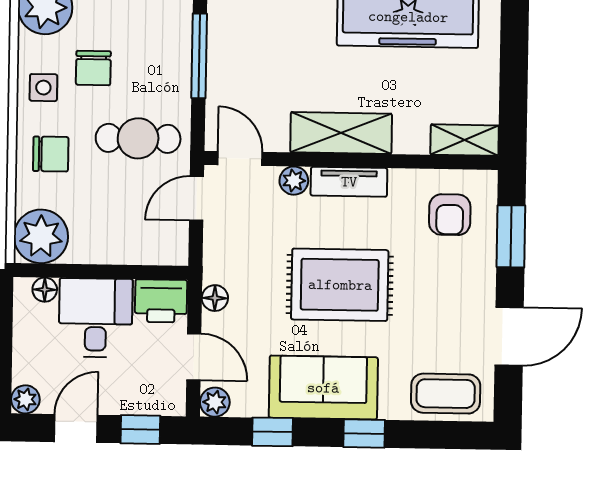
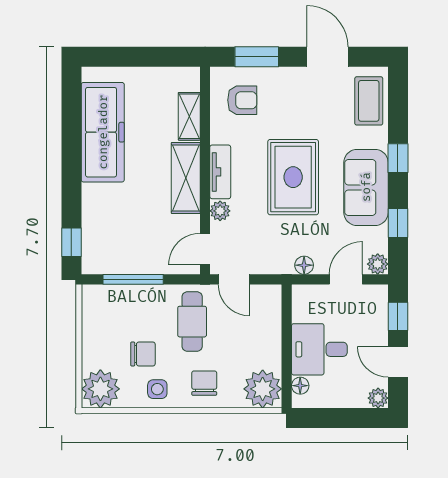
shelving: (465, 140) -> (189, 116), moved
printer: (161, 301) -> (307, 303), removed

